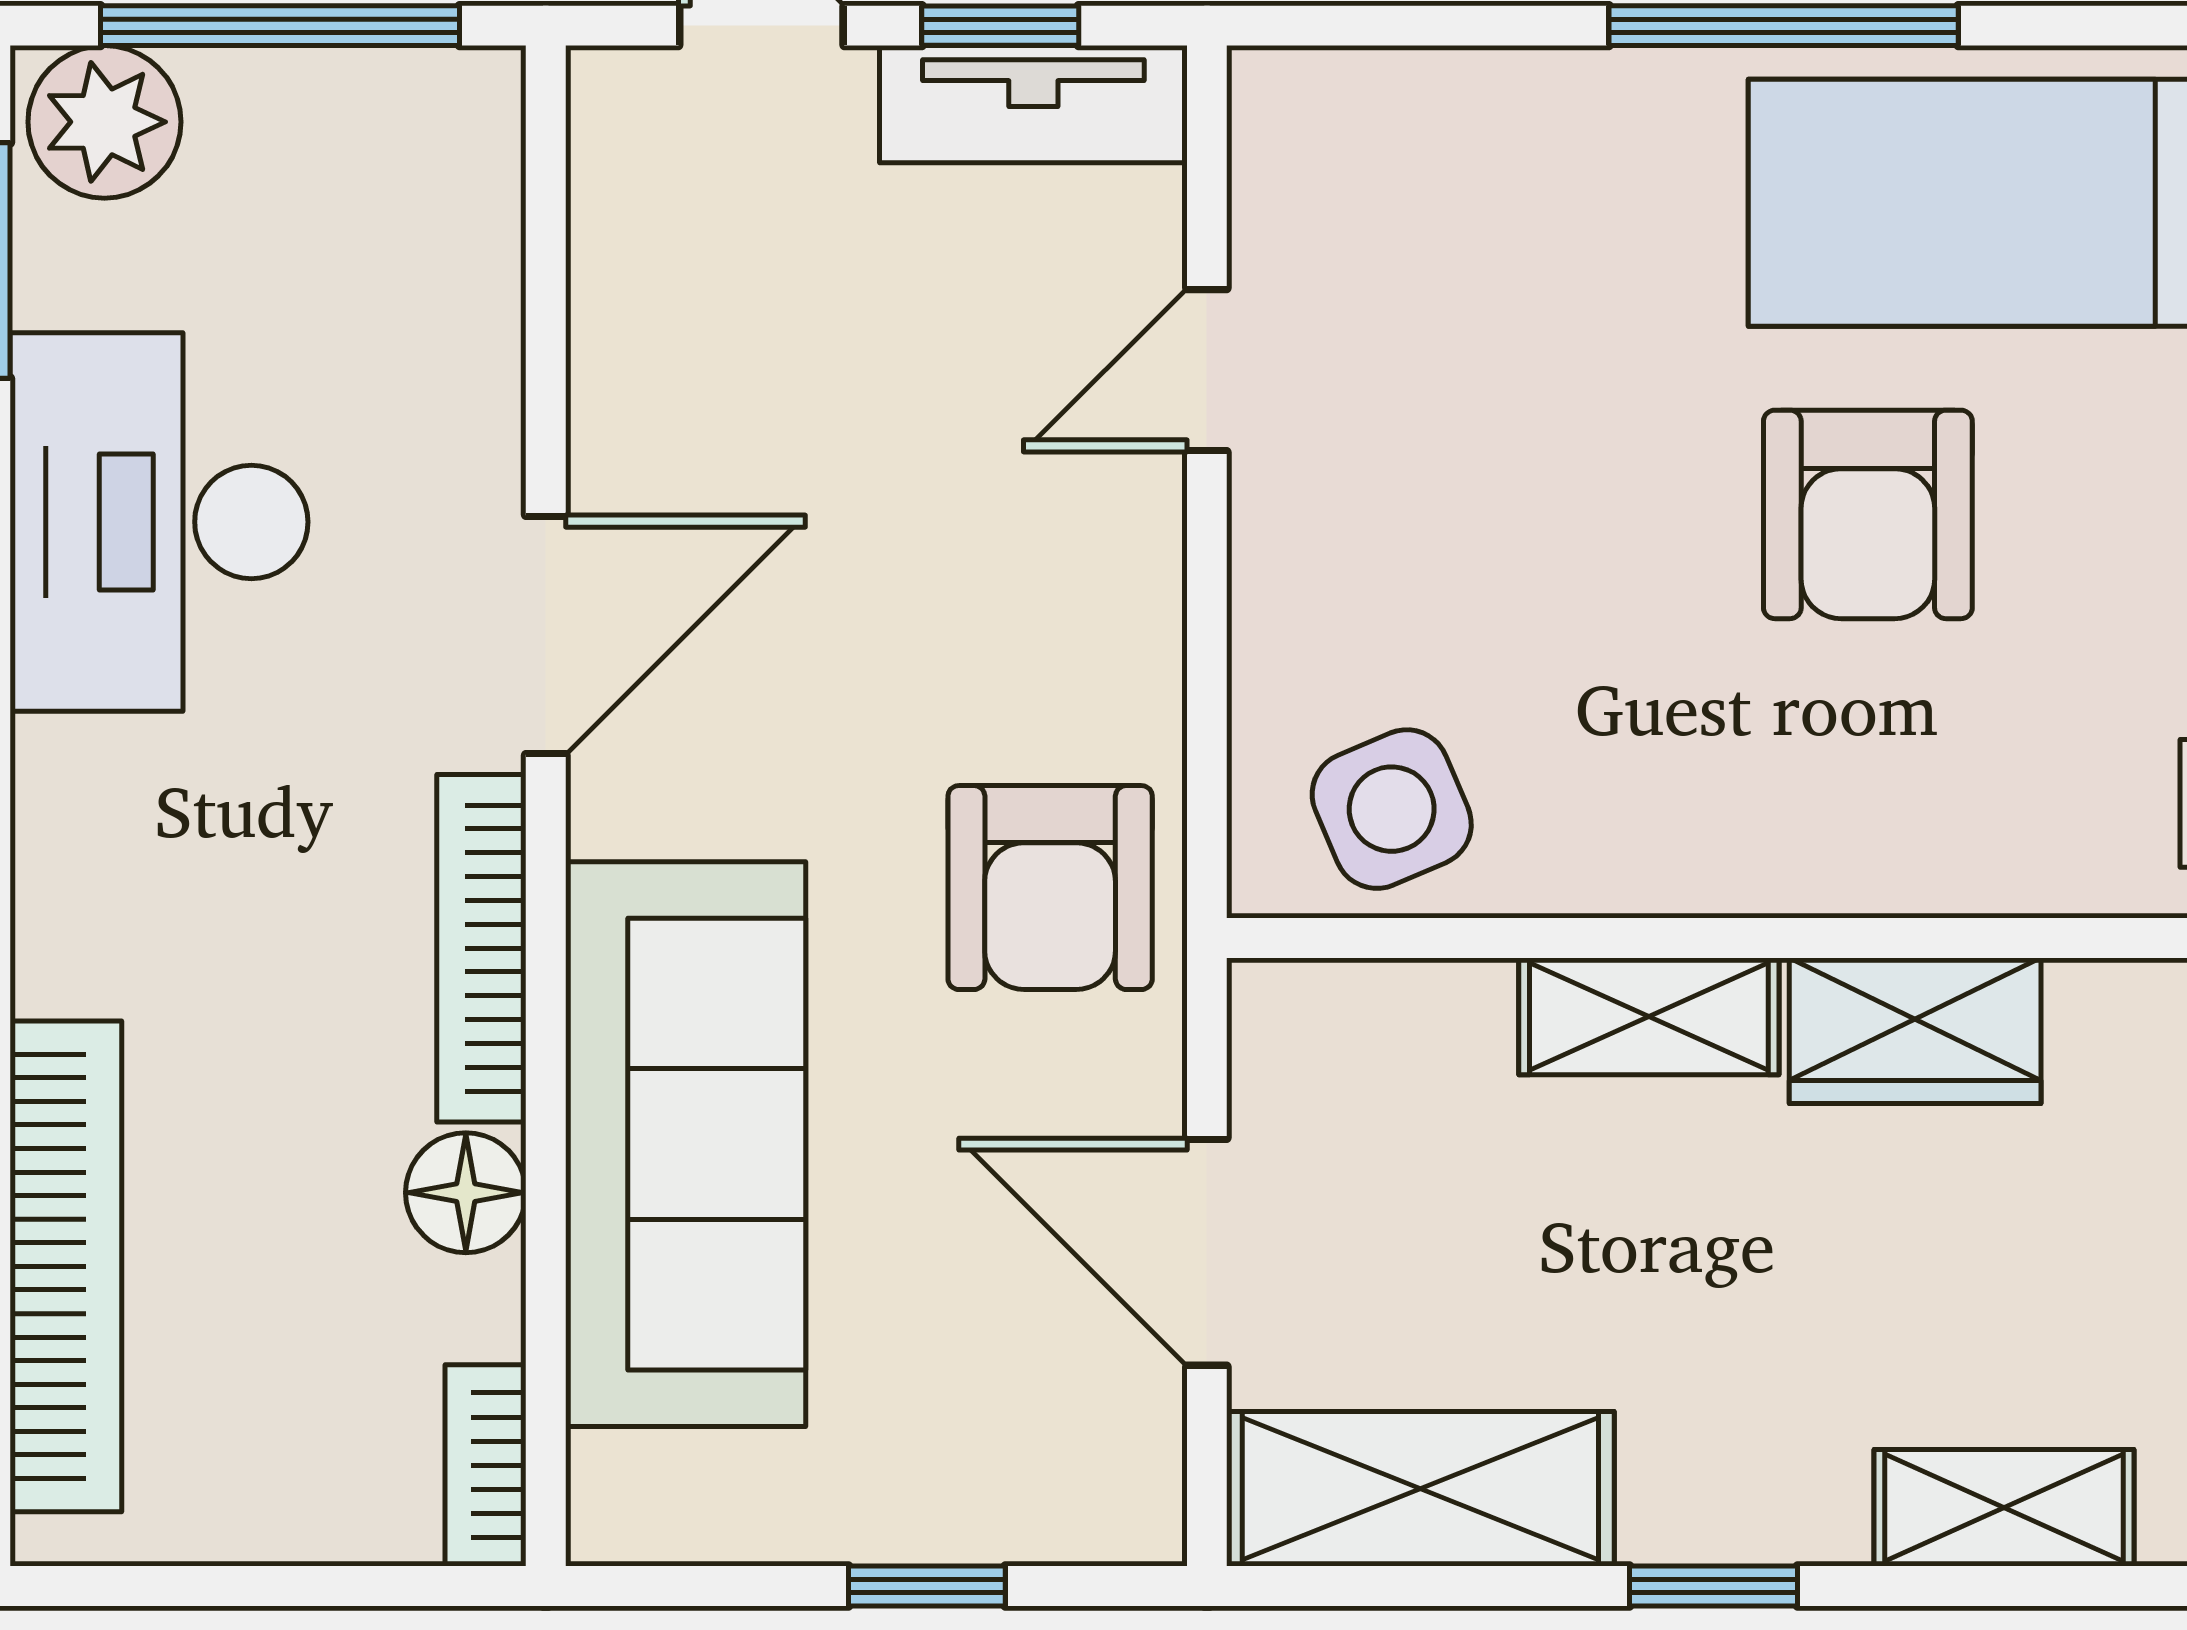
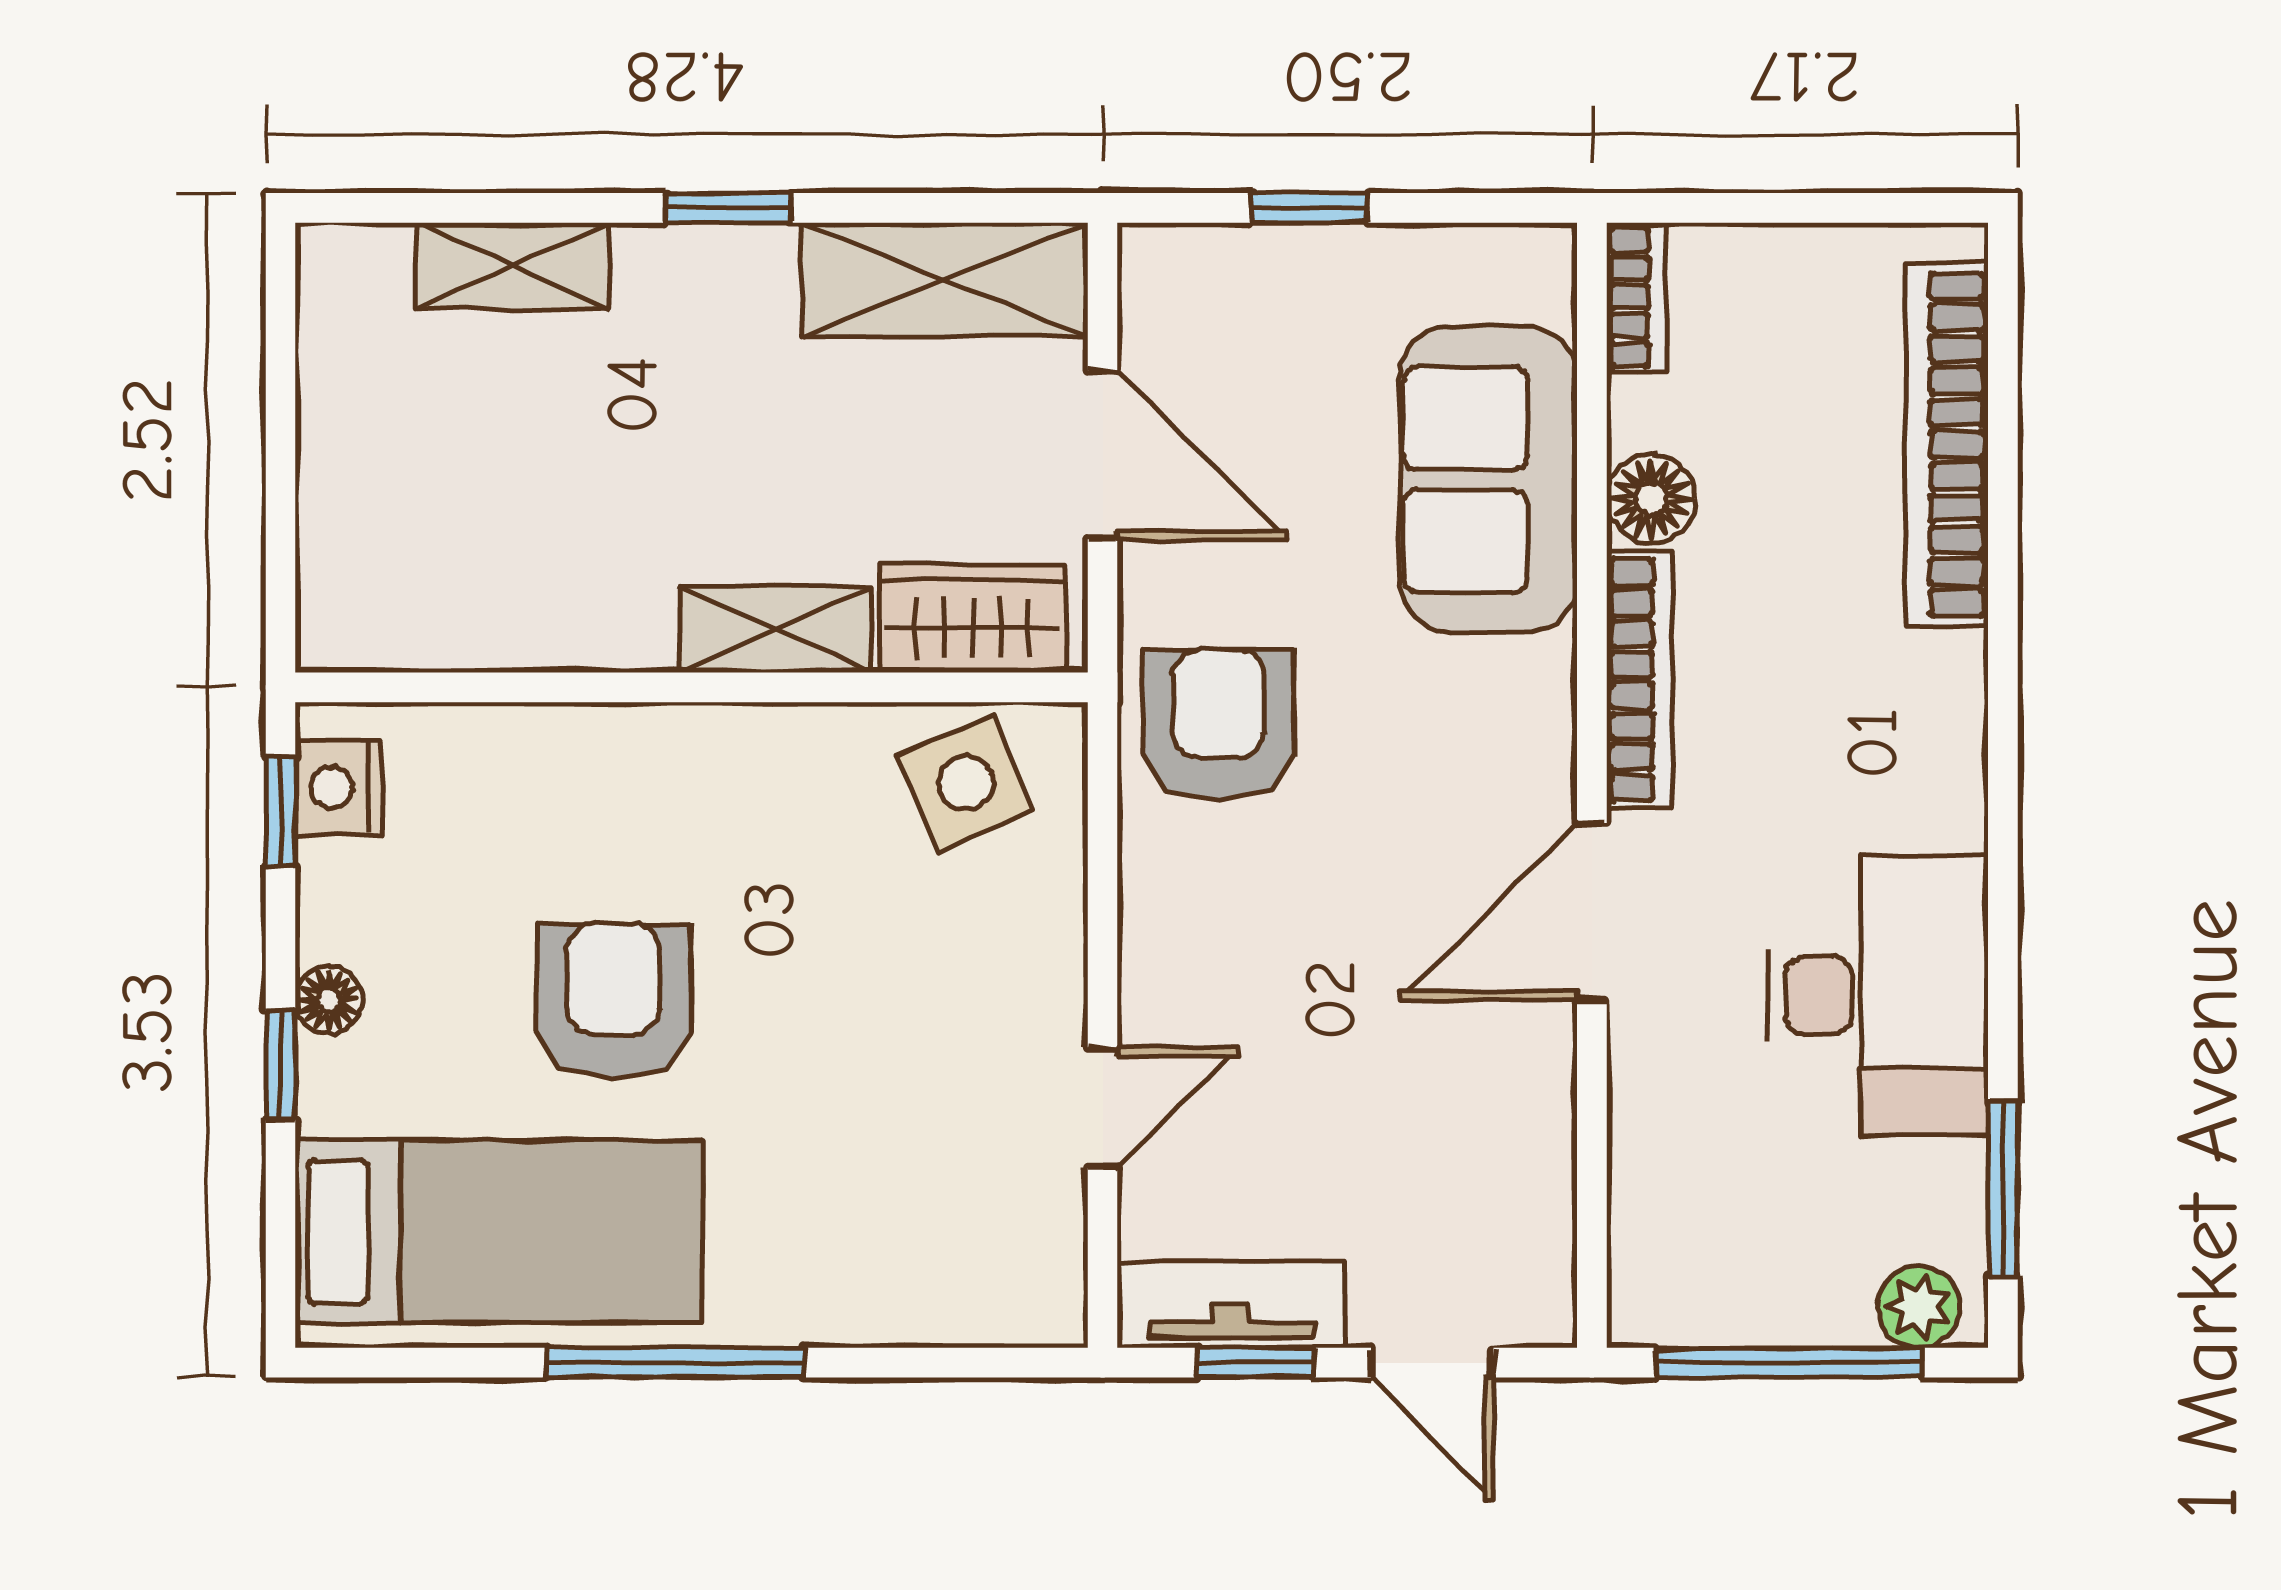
plant: (104, 122) -> (1918, 1307), width x0.73, depth x0.73
wardrobe: (1915, 1031) -> (973, 619), moved
sofa: (686, 1144) -> (1488, 480), width x0.73

